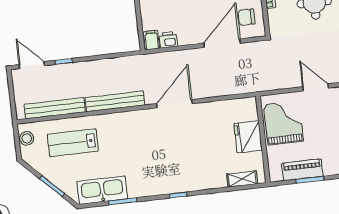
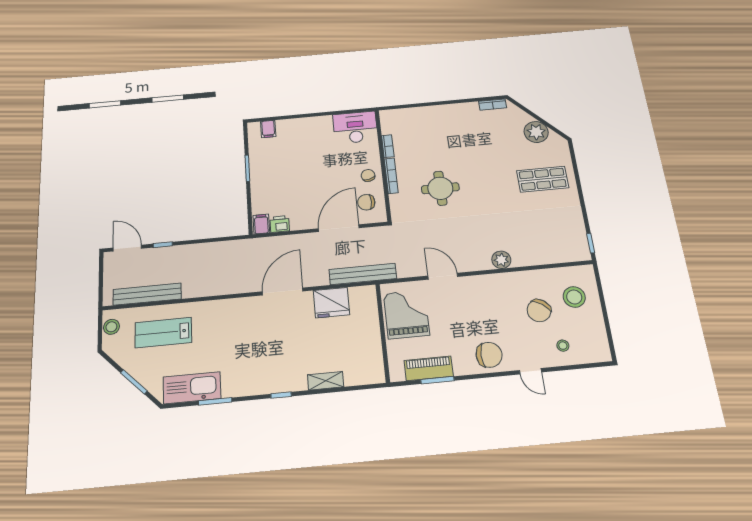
bench: (115, 101) -> (363, 274), moved
fridge: (248, 137) -> (331, 303), moved, turned -90
shelving: (242, 179) -> (326, 381), moved

